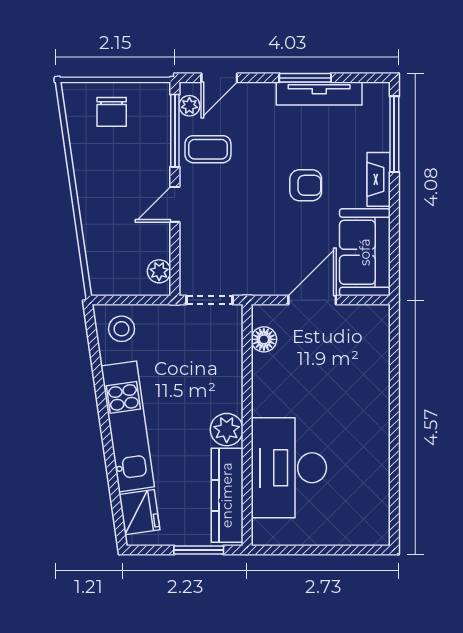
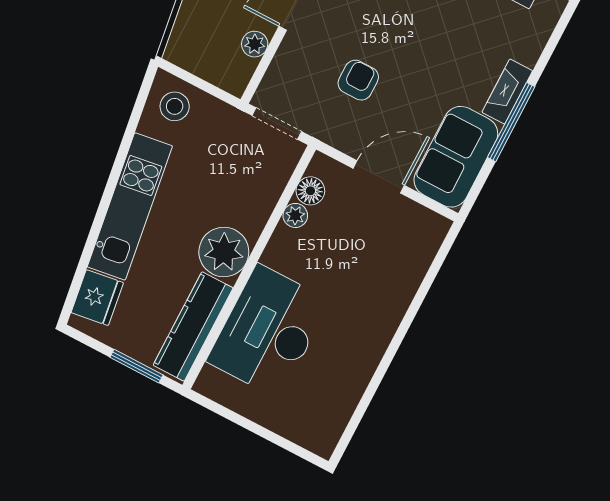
window: (394, 134) -> (511, 122), moved
armchair: (306, 185) -> (358, 80), moved, turned -90
plant: (159, 271) -> (255, 44), moved
plant: (262, 365) -> (295, 215), added
plant: (227, 430) -> (224, 252), width x1.36, depth x1.36

